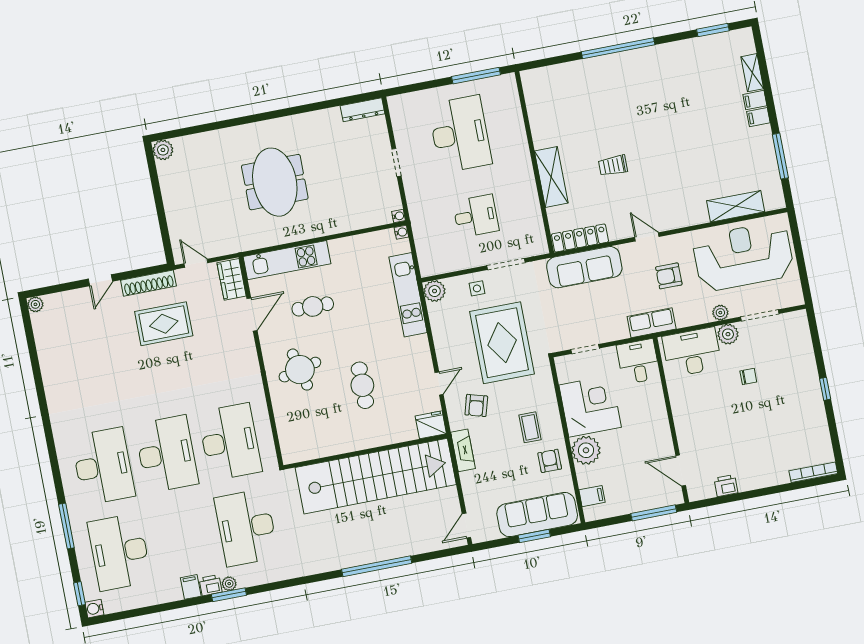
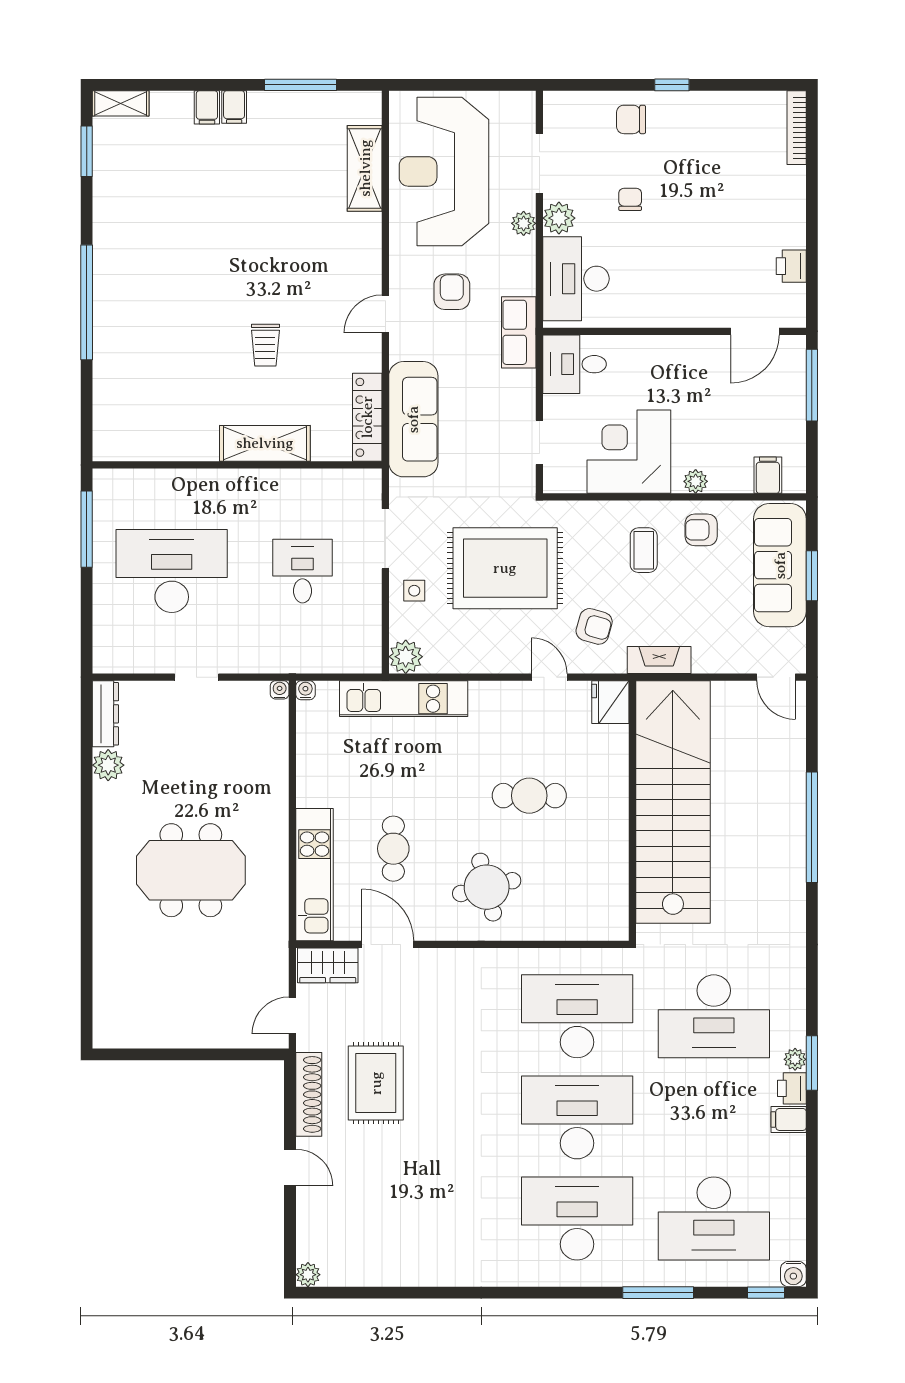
shelving: (752, 73) -> (121, 103), moved
plant: (163, 150) -> (108, 765), moved
armchair: (669, 276) -> (452, 292), turned 180
chair: (798, 367) -> (631, 119), added
coffee table: (530, 427) -> (644, 550), turned 90
plant: (586, 450) -> (696, 481), width x0.53, depth x0.53

